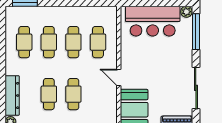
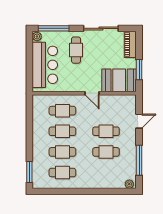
cafe table: (170, 58) -> (76, 50), added
door: (119, 77) -> (92, 93), hinge flipped
dresser: (12, 96) -> (107, 183), removed

